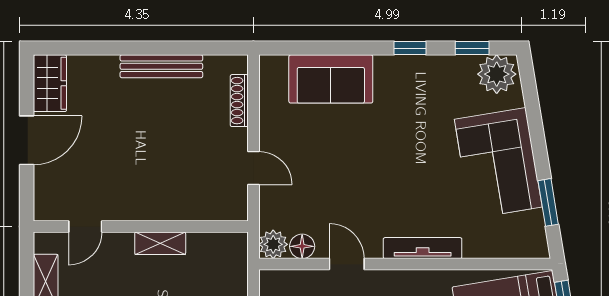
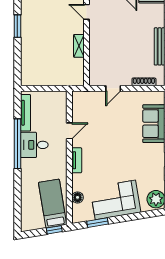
plant: (273, 244) -> (78, 97), removed
floor lamp: (302, 246) -> (78, 197), moved
tv unit: (423, 248) -> (77, 160), width x0.71

